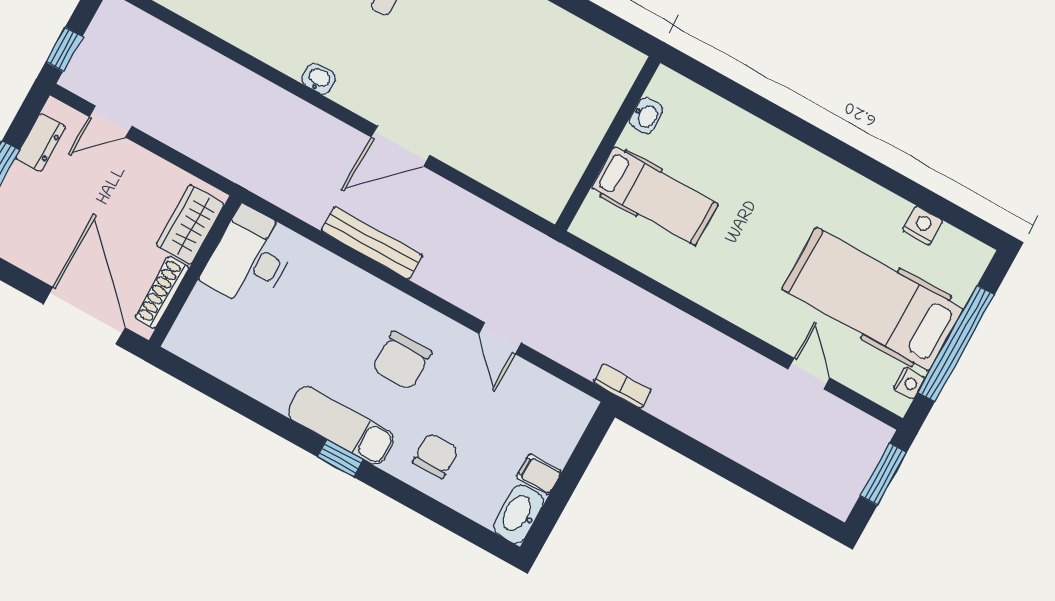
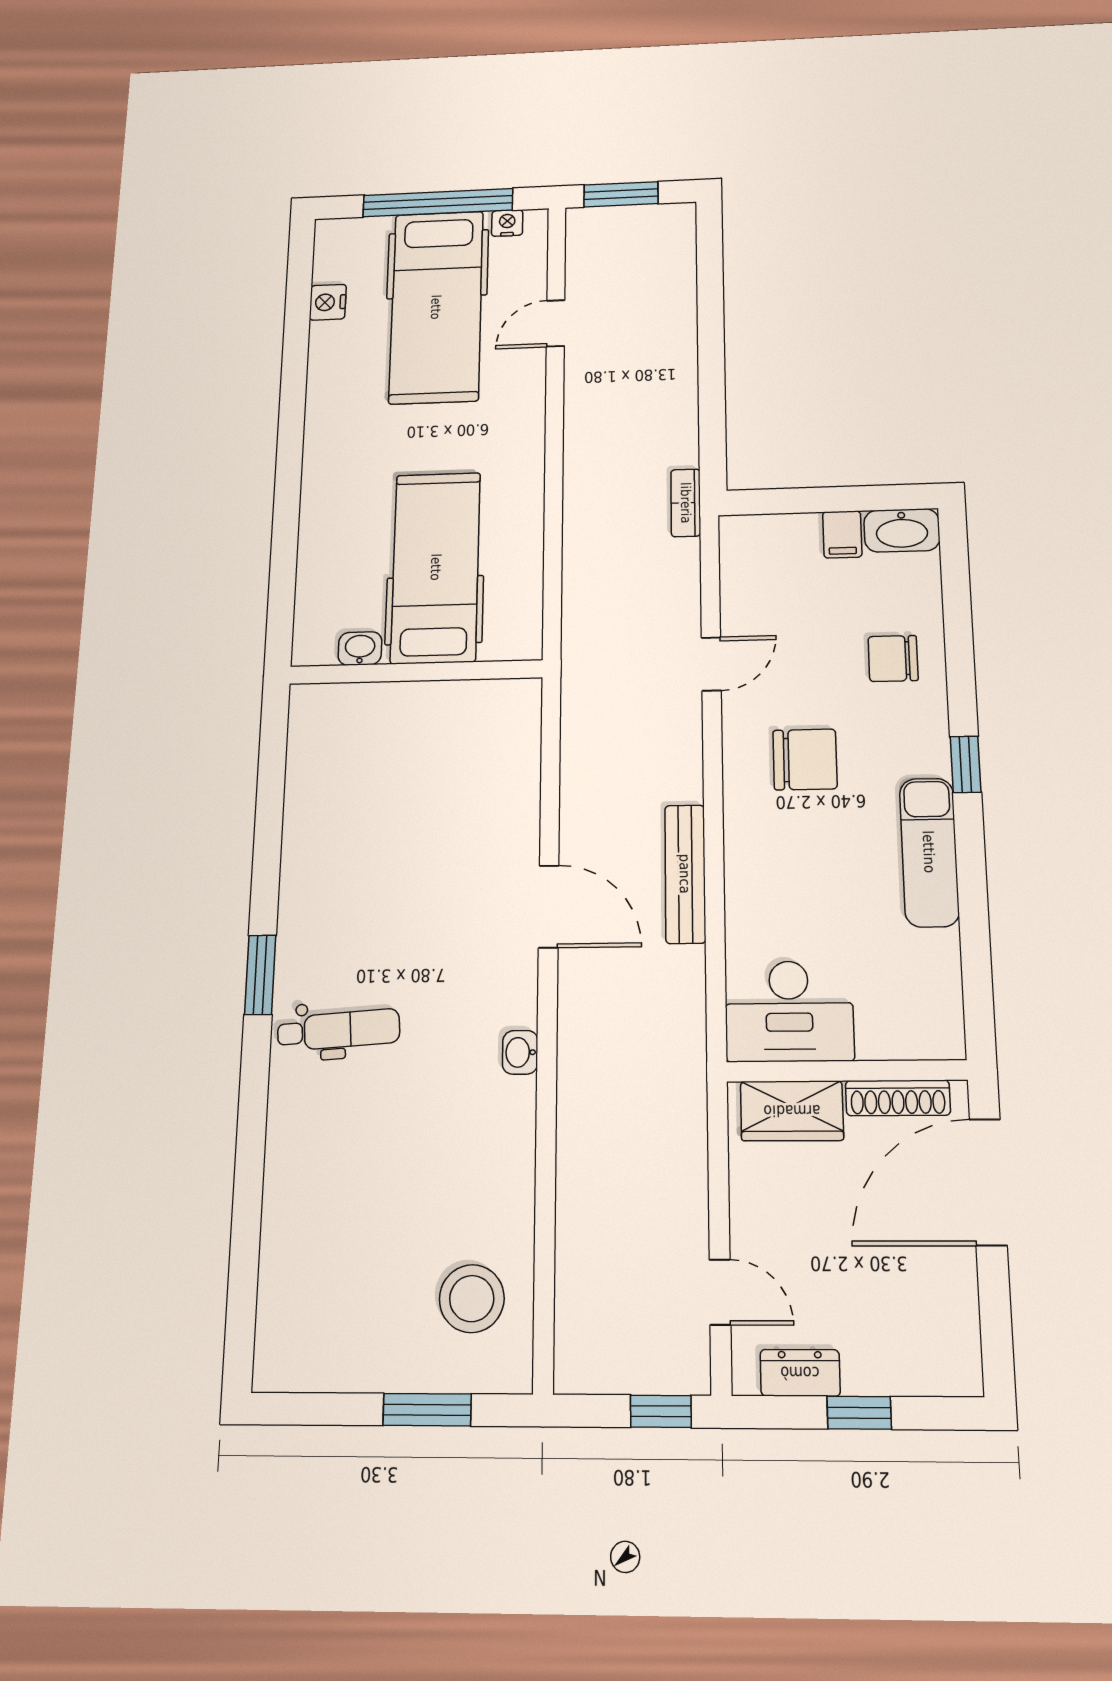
hospital bed: (655, 196) -> (436, 567), width x1.37, depth x1.29
exam couch: (341, 425) -> (929, 852), moved

